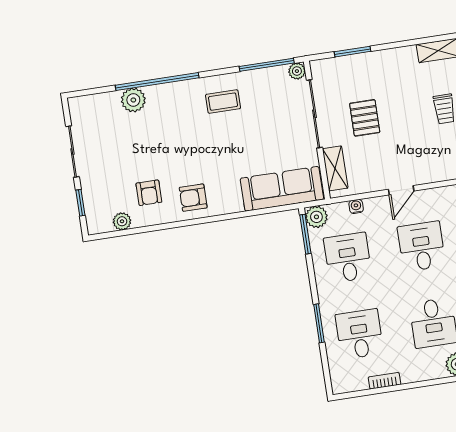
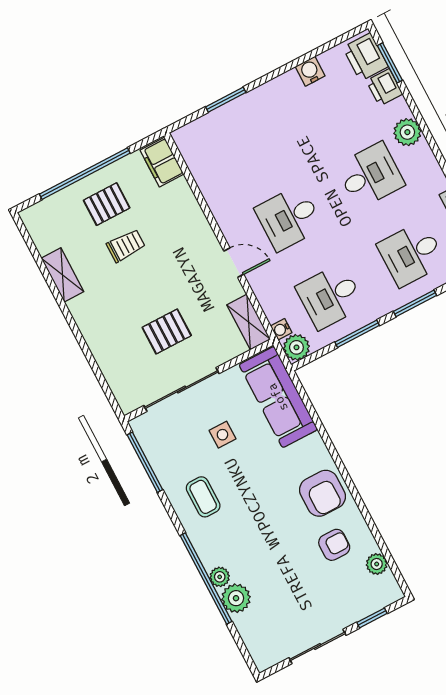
window: (352, 52) -> (97, 371), removed
plant: (297, 71) -> (220, 577), moved
side table: (267, 134) -> (222, 435), added
shelving: (335, 168) -> (249, 322), moved, turned 90
armchair: (193, 198) -> (322, 493), width x1.38, depth x1.38
water cooler: (356, 206) -> (281, 329), moved
window: (305, 234) -> (357, 334), moved

